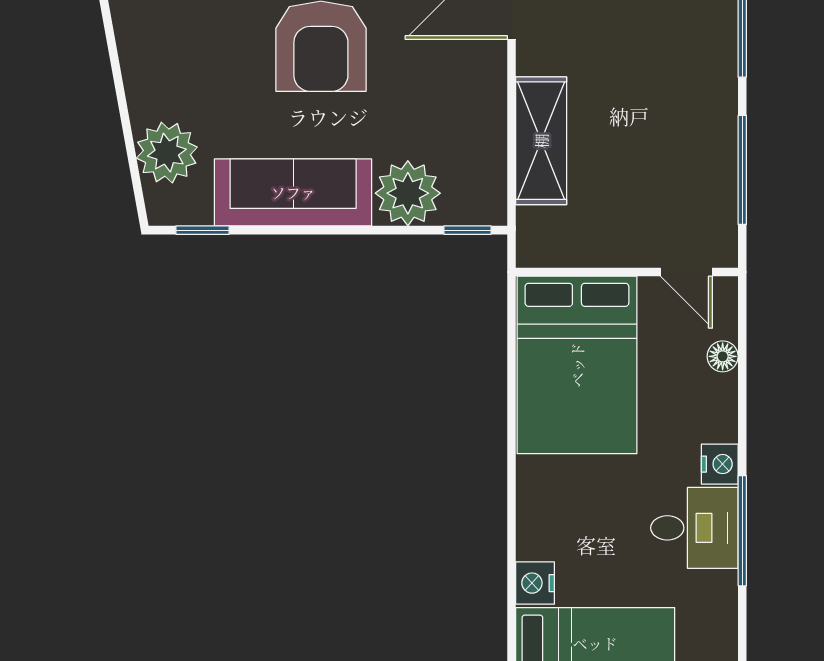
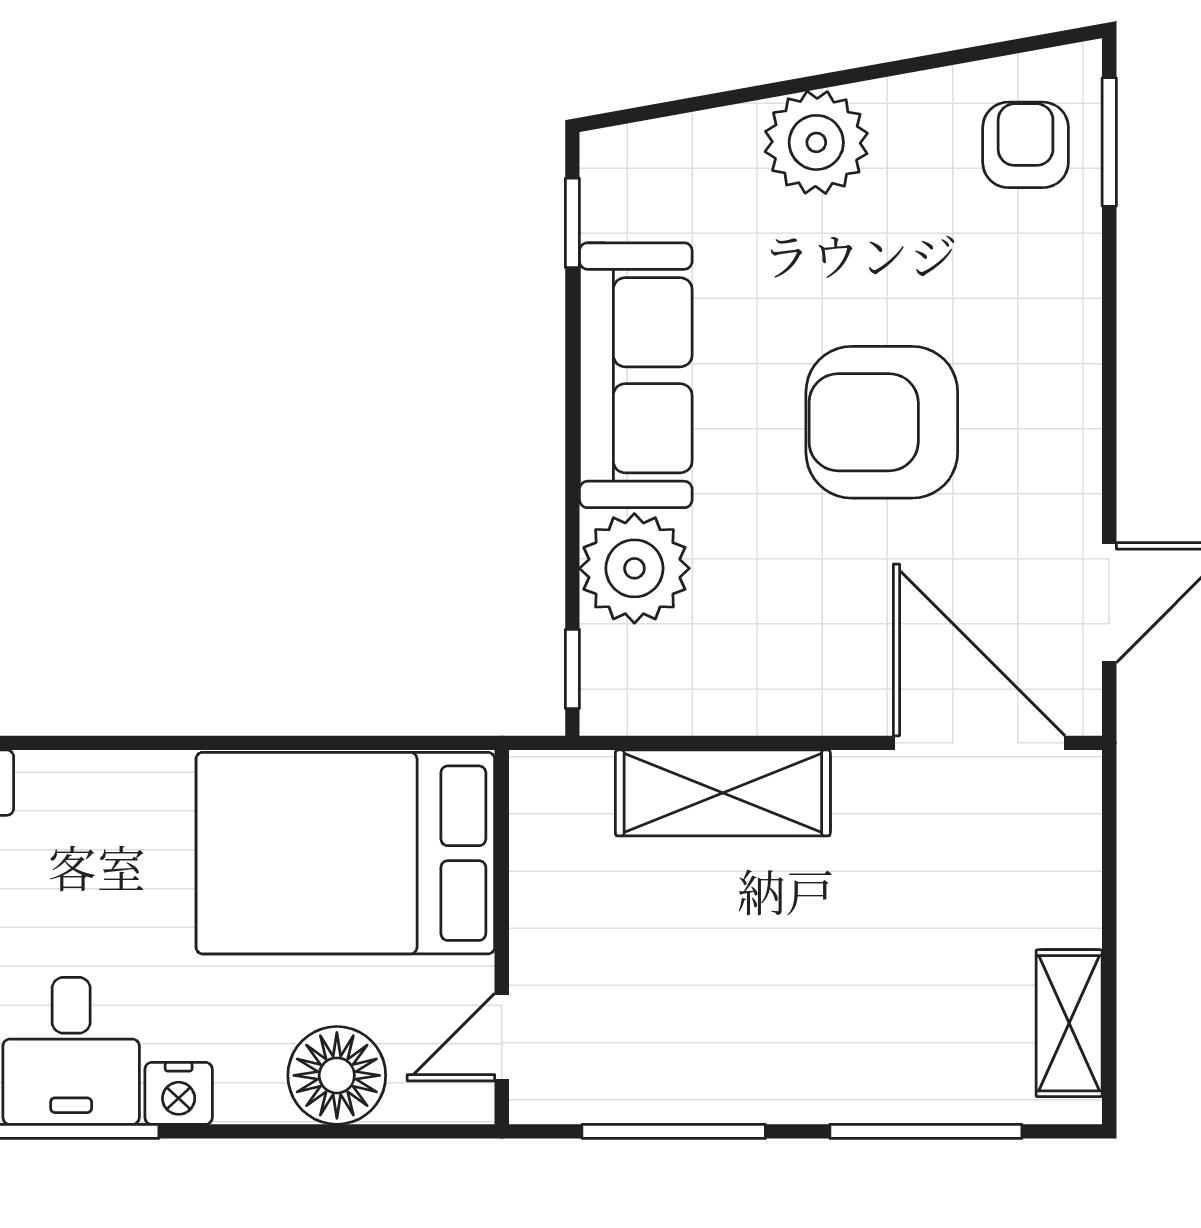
plant: (167, 153) -> (816, 142), moved
floor lamp: (723, 356) -> (337, 1075), width x1.89, depth x1.89

